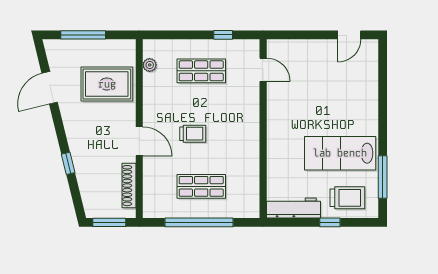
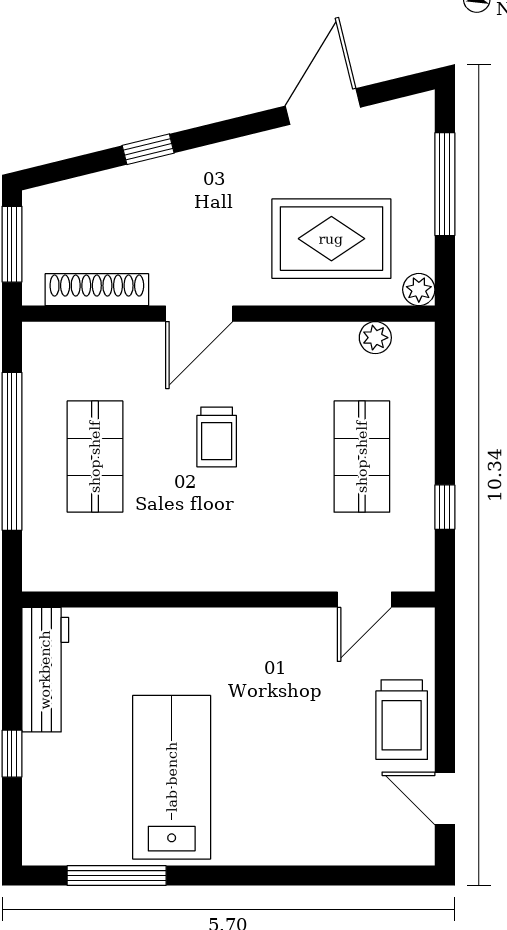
plant: (129, 46) -> (419, 290), added
rug: (107, 84) -> (331, 239), turned 90
door: (50, 88) -> (323, 107), hinge flipped
trolley: (347, 198) -> (402, 720), moved

